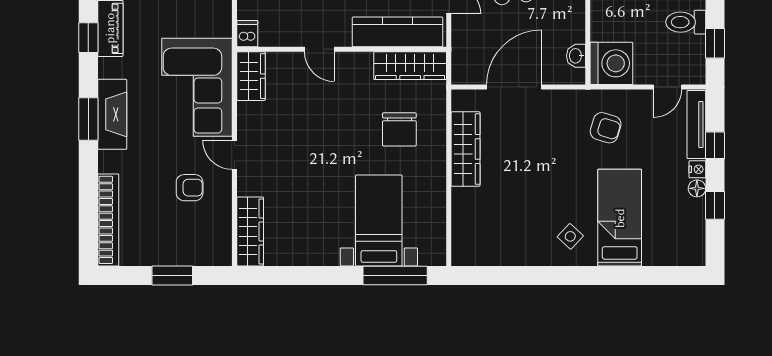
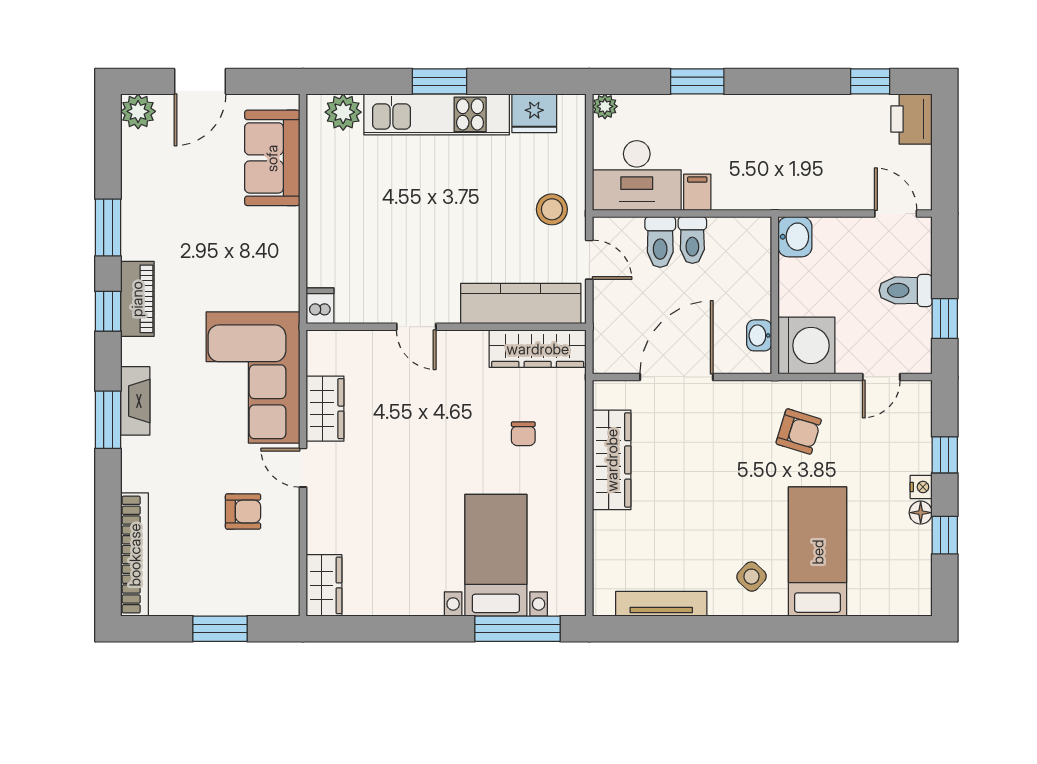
wardrobe: (251, 76) -> (325, 409), moved
fireplace: (112, 114) -> (135, 401), width x0.73, depth x0.76
tv unit: (696, 125) -> (661, 604), moved, turned 90
chair: (399, 129) -> (523, 434), width x0.54, depth x0.54
wardrobe: (250, 231) -> (324, 585), width x0.67

